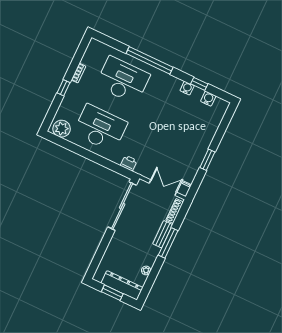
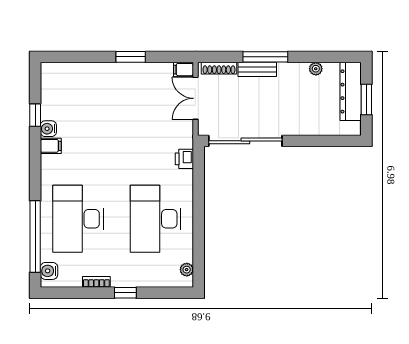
window: (150, 60) -> (35, 236), moved
filing cabinet: (176, 85) -> (51, 146), added
water cooler: (208, 99) -> (49, 271), moved
plant: (62, 129) -> (187, 270), width x0.53, depth x0.53

